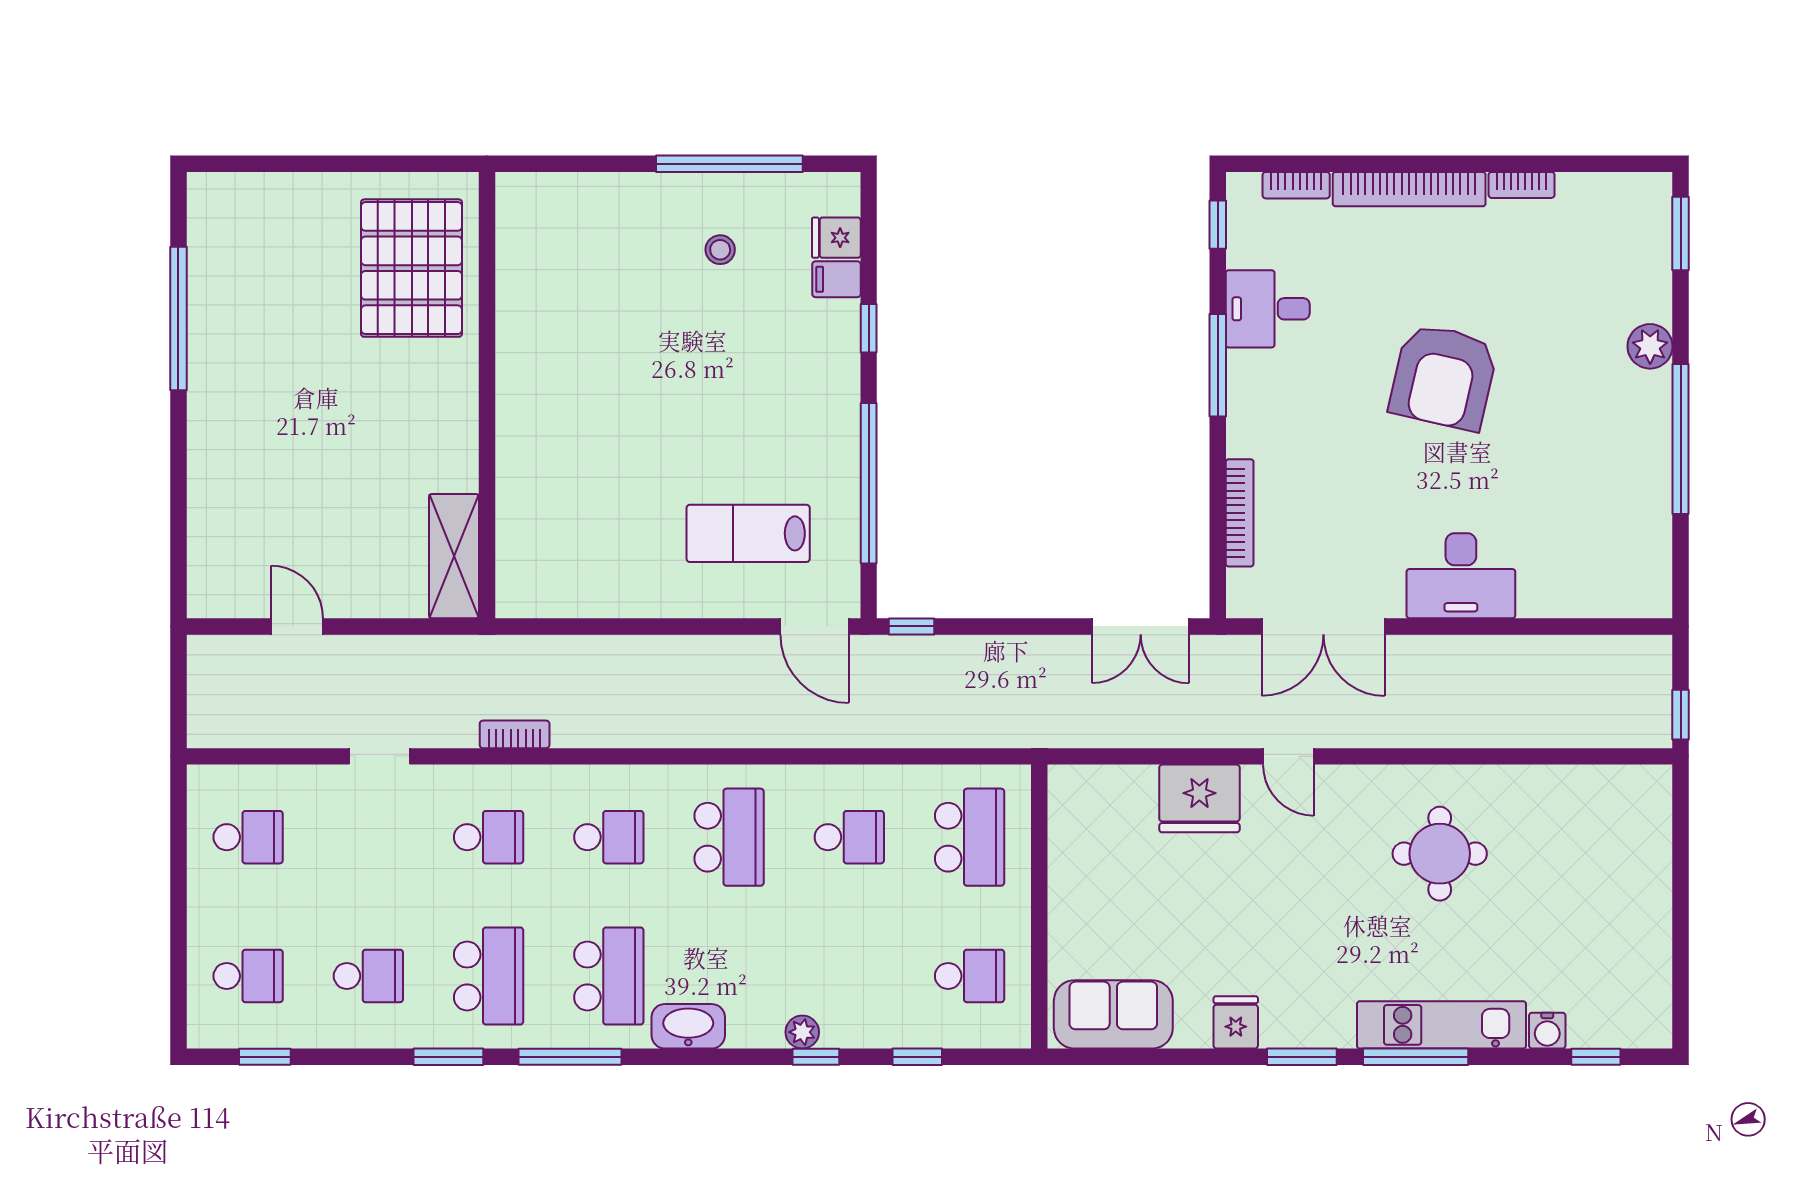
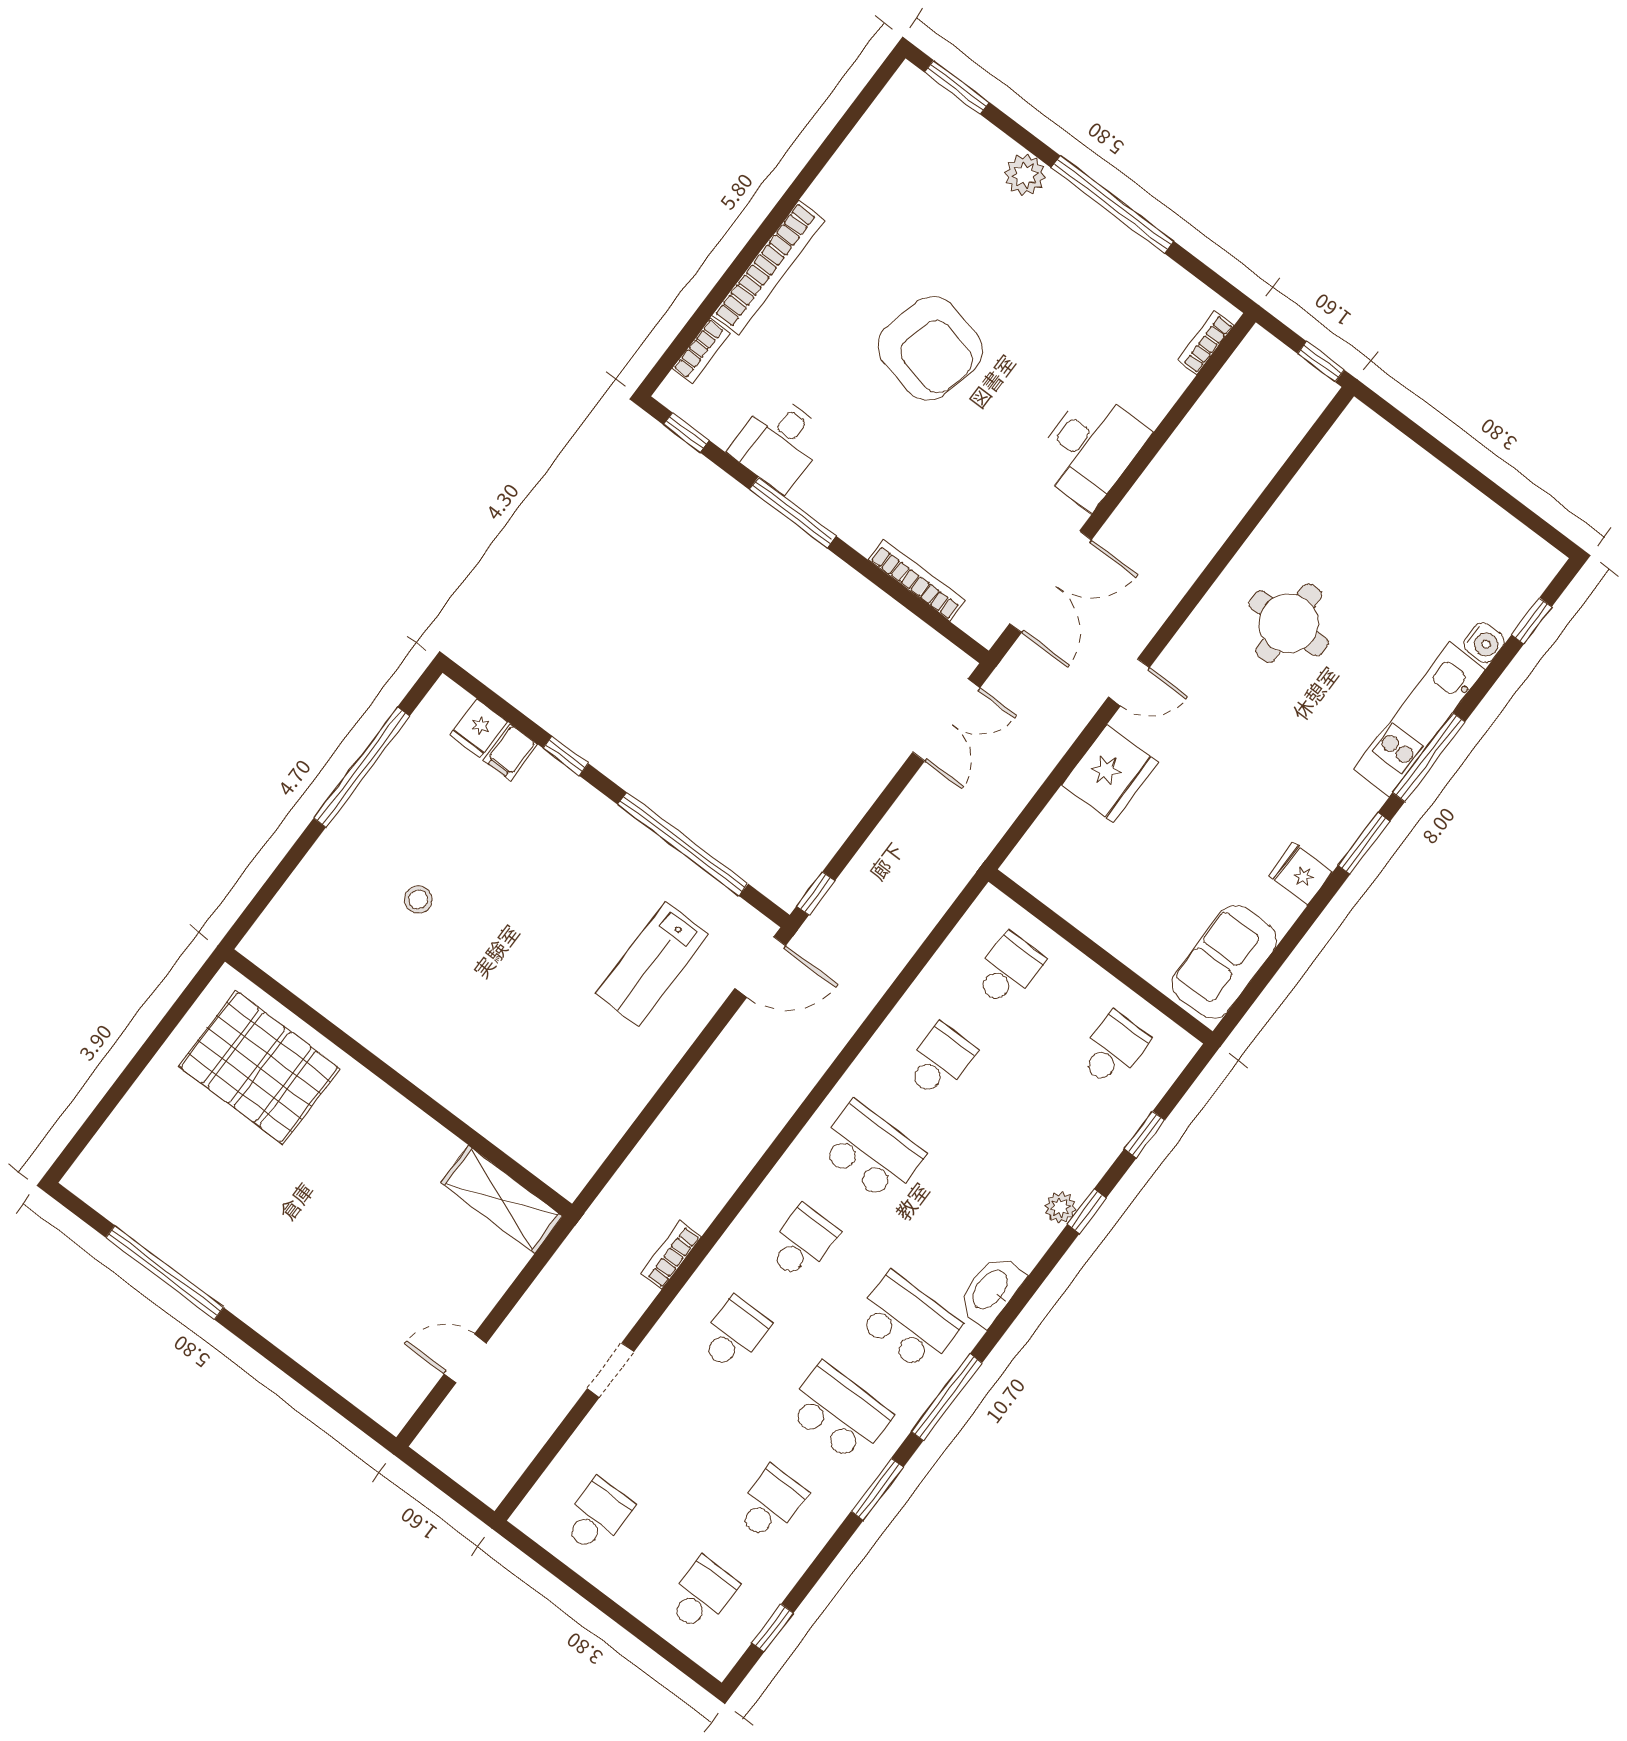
bookcase: (1522, 185) -> (1206, 343), moved, turned 180
stool: (720, 250) -> (418, 899), moved
school desk: (970, 837) -> (1008, 970), width x0.54

